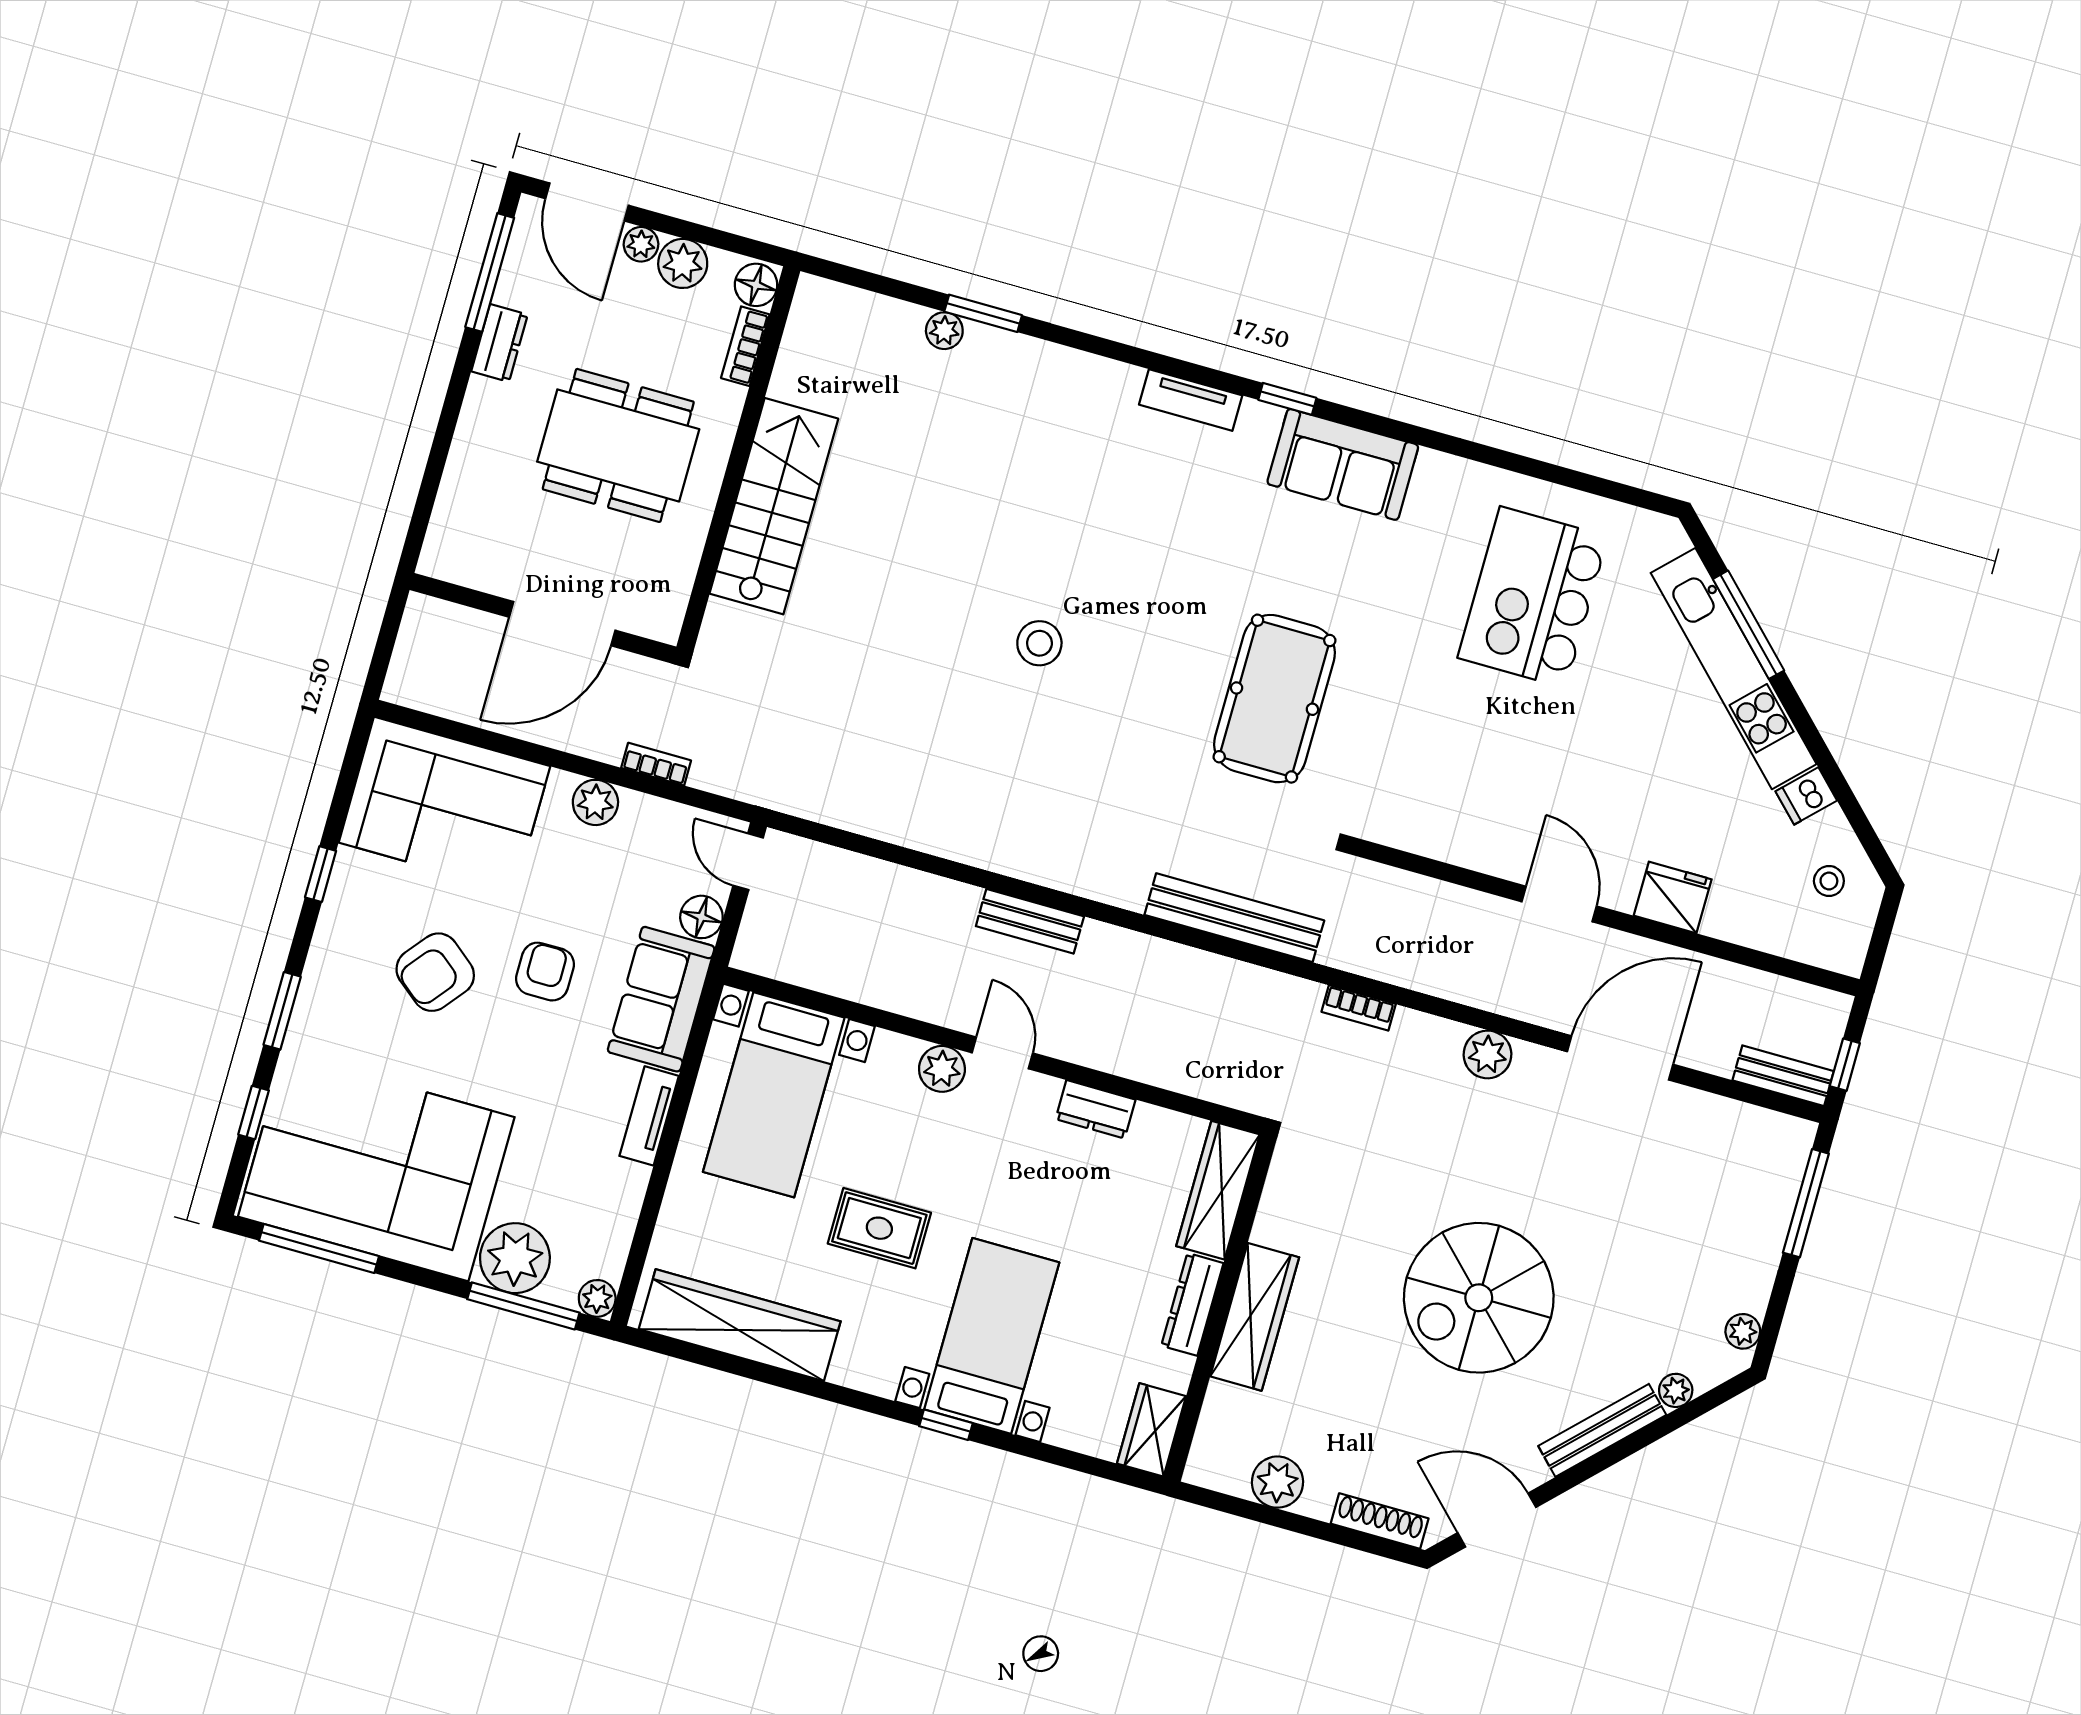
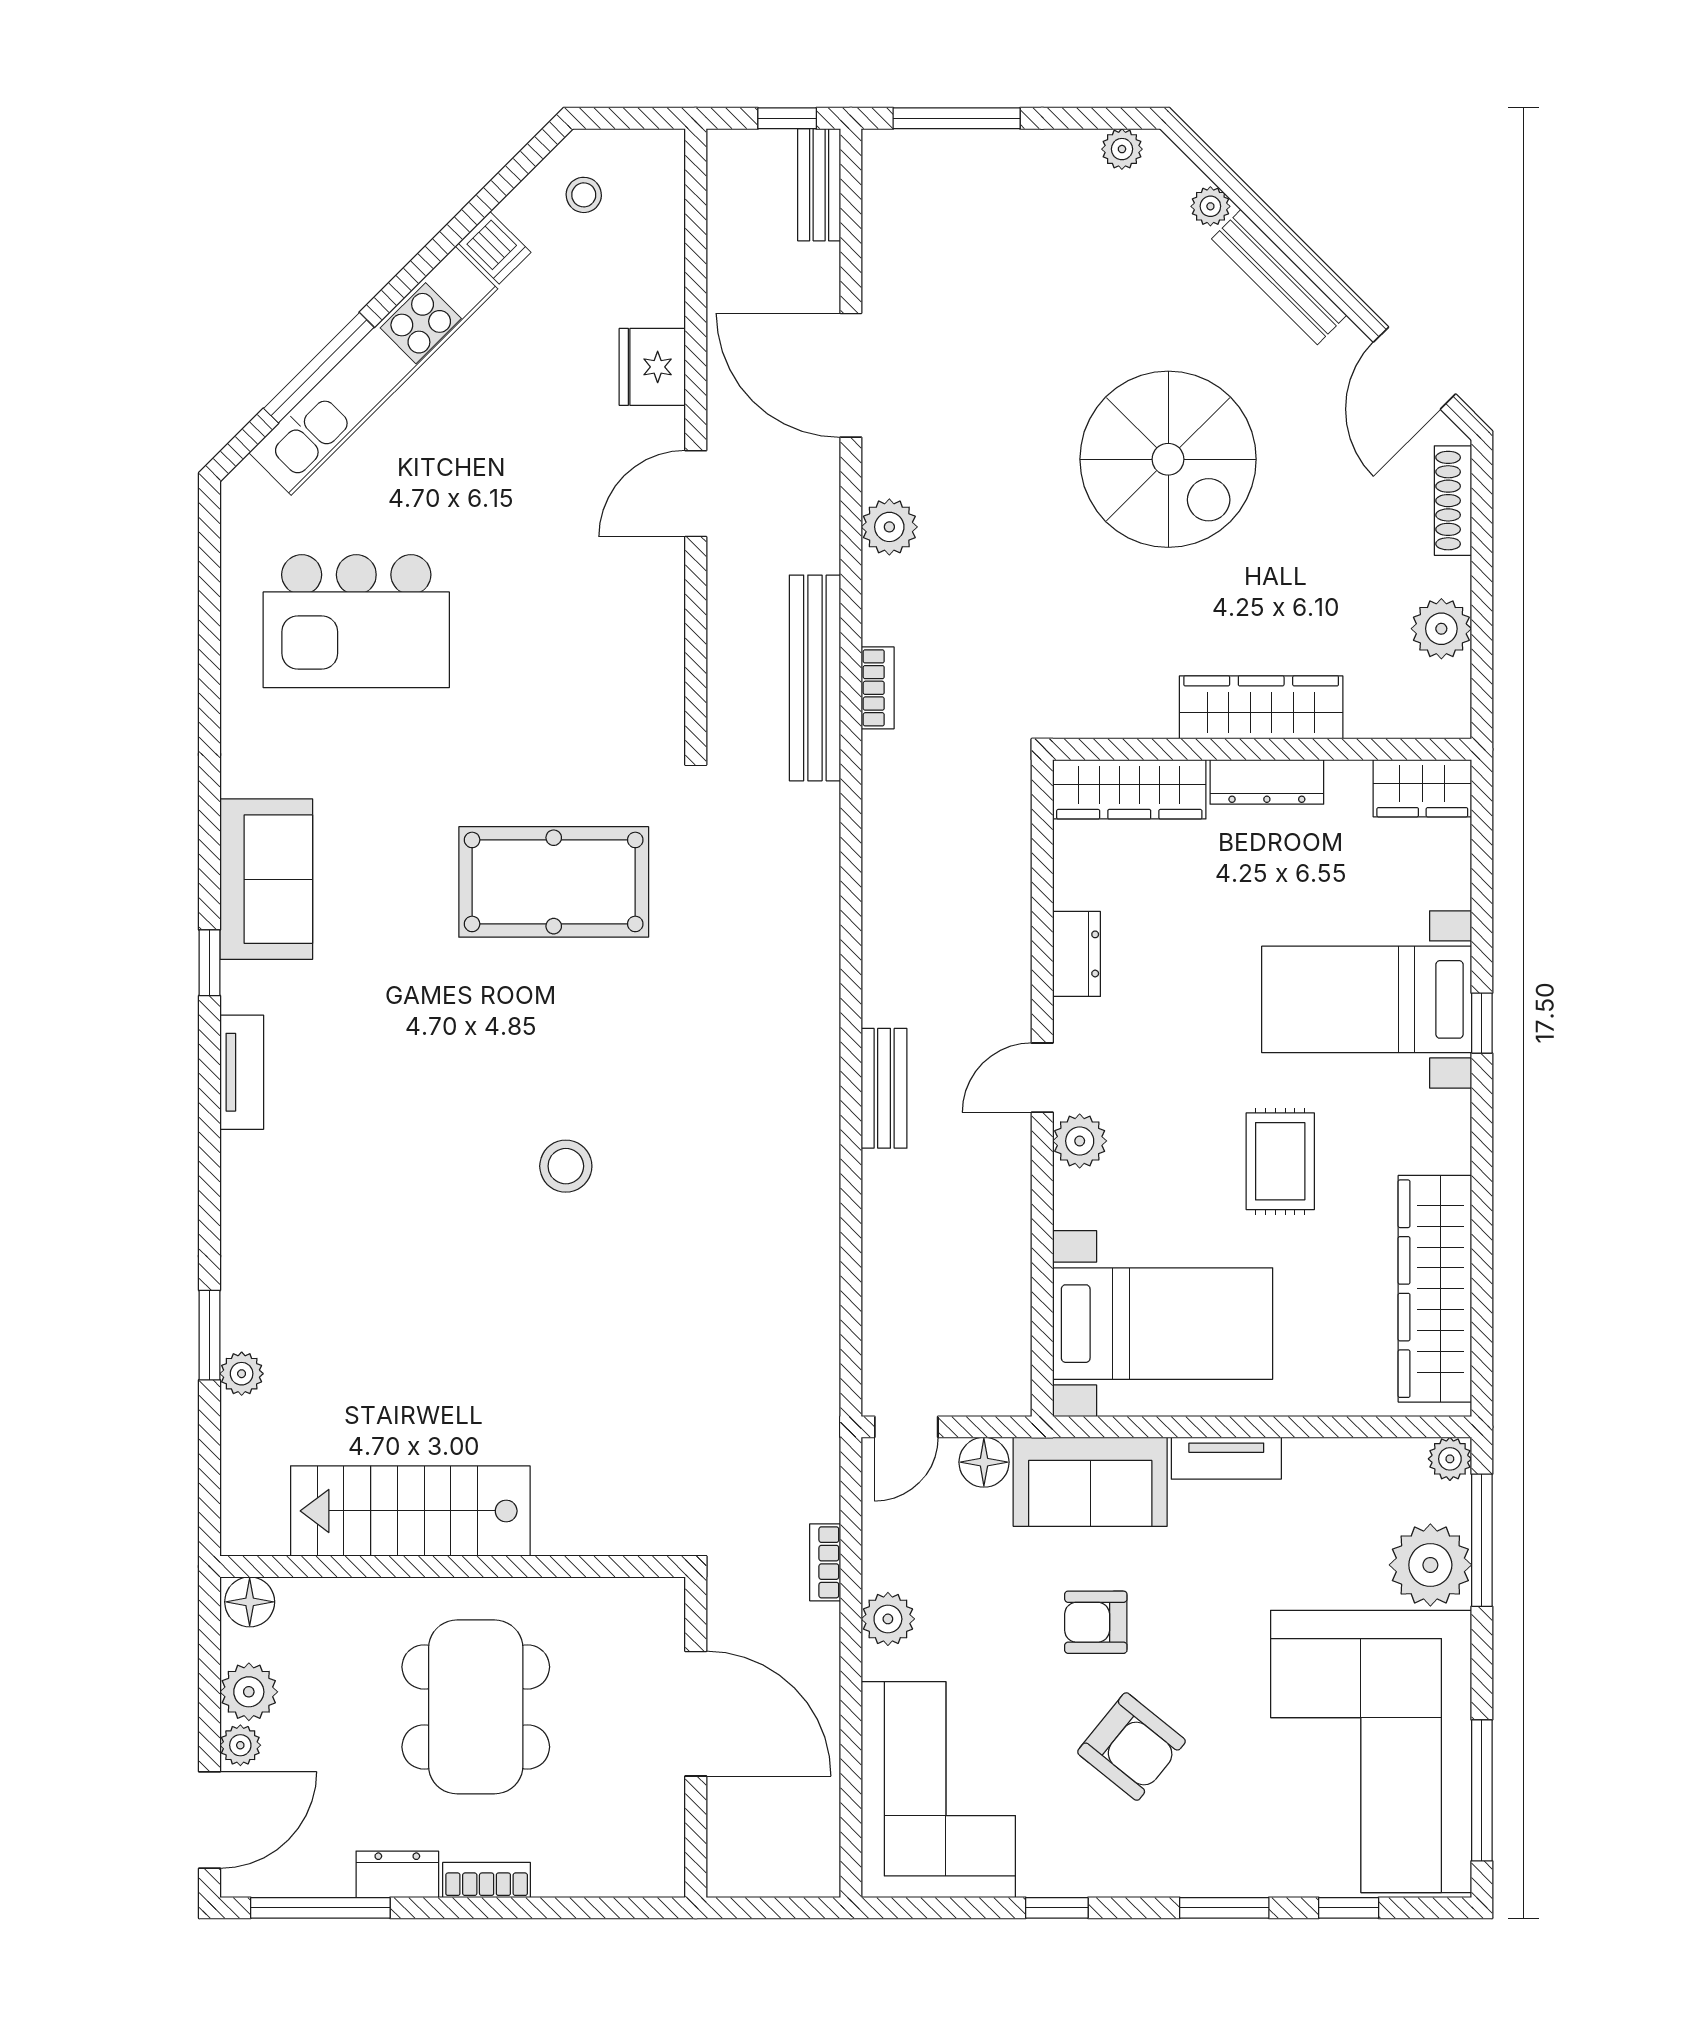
bookcase: (745, 346) -> (487, 1880), moved, turned 180
stairs: (774, 506) -> (410, 1511), moved
bench: (1234, 918) -> (815, 678), moved

